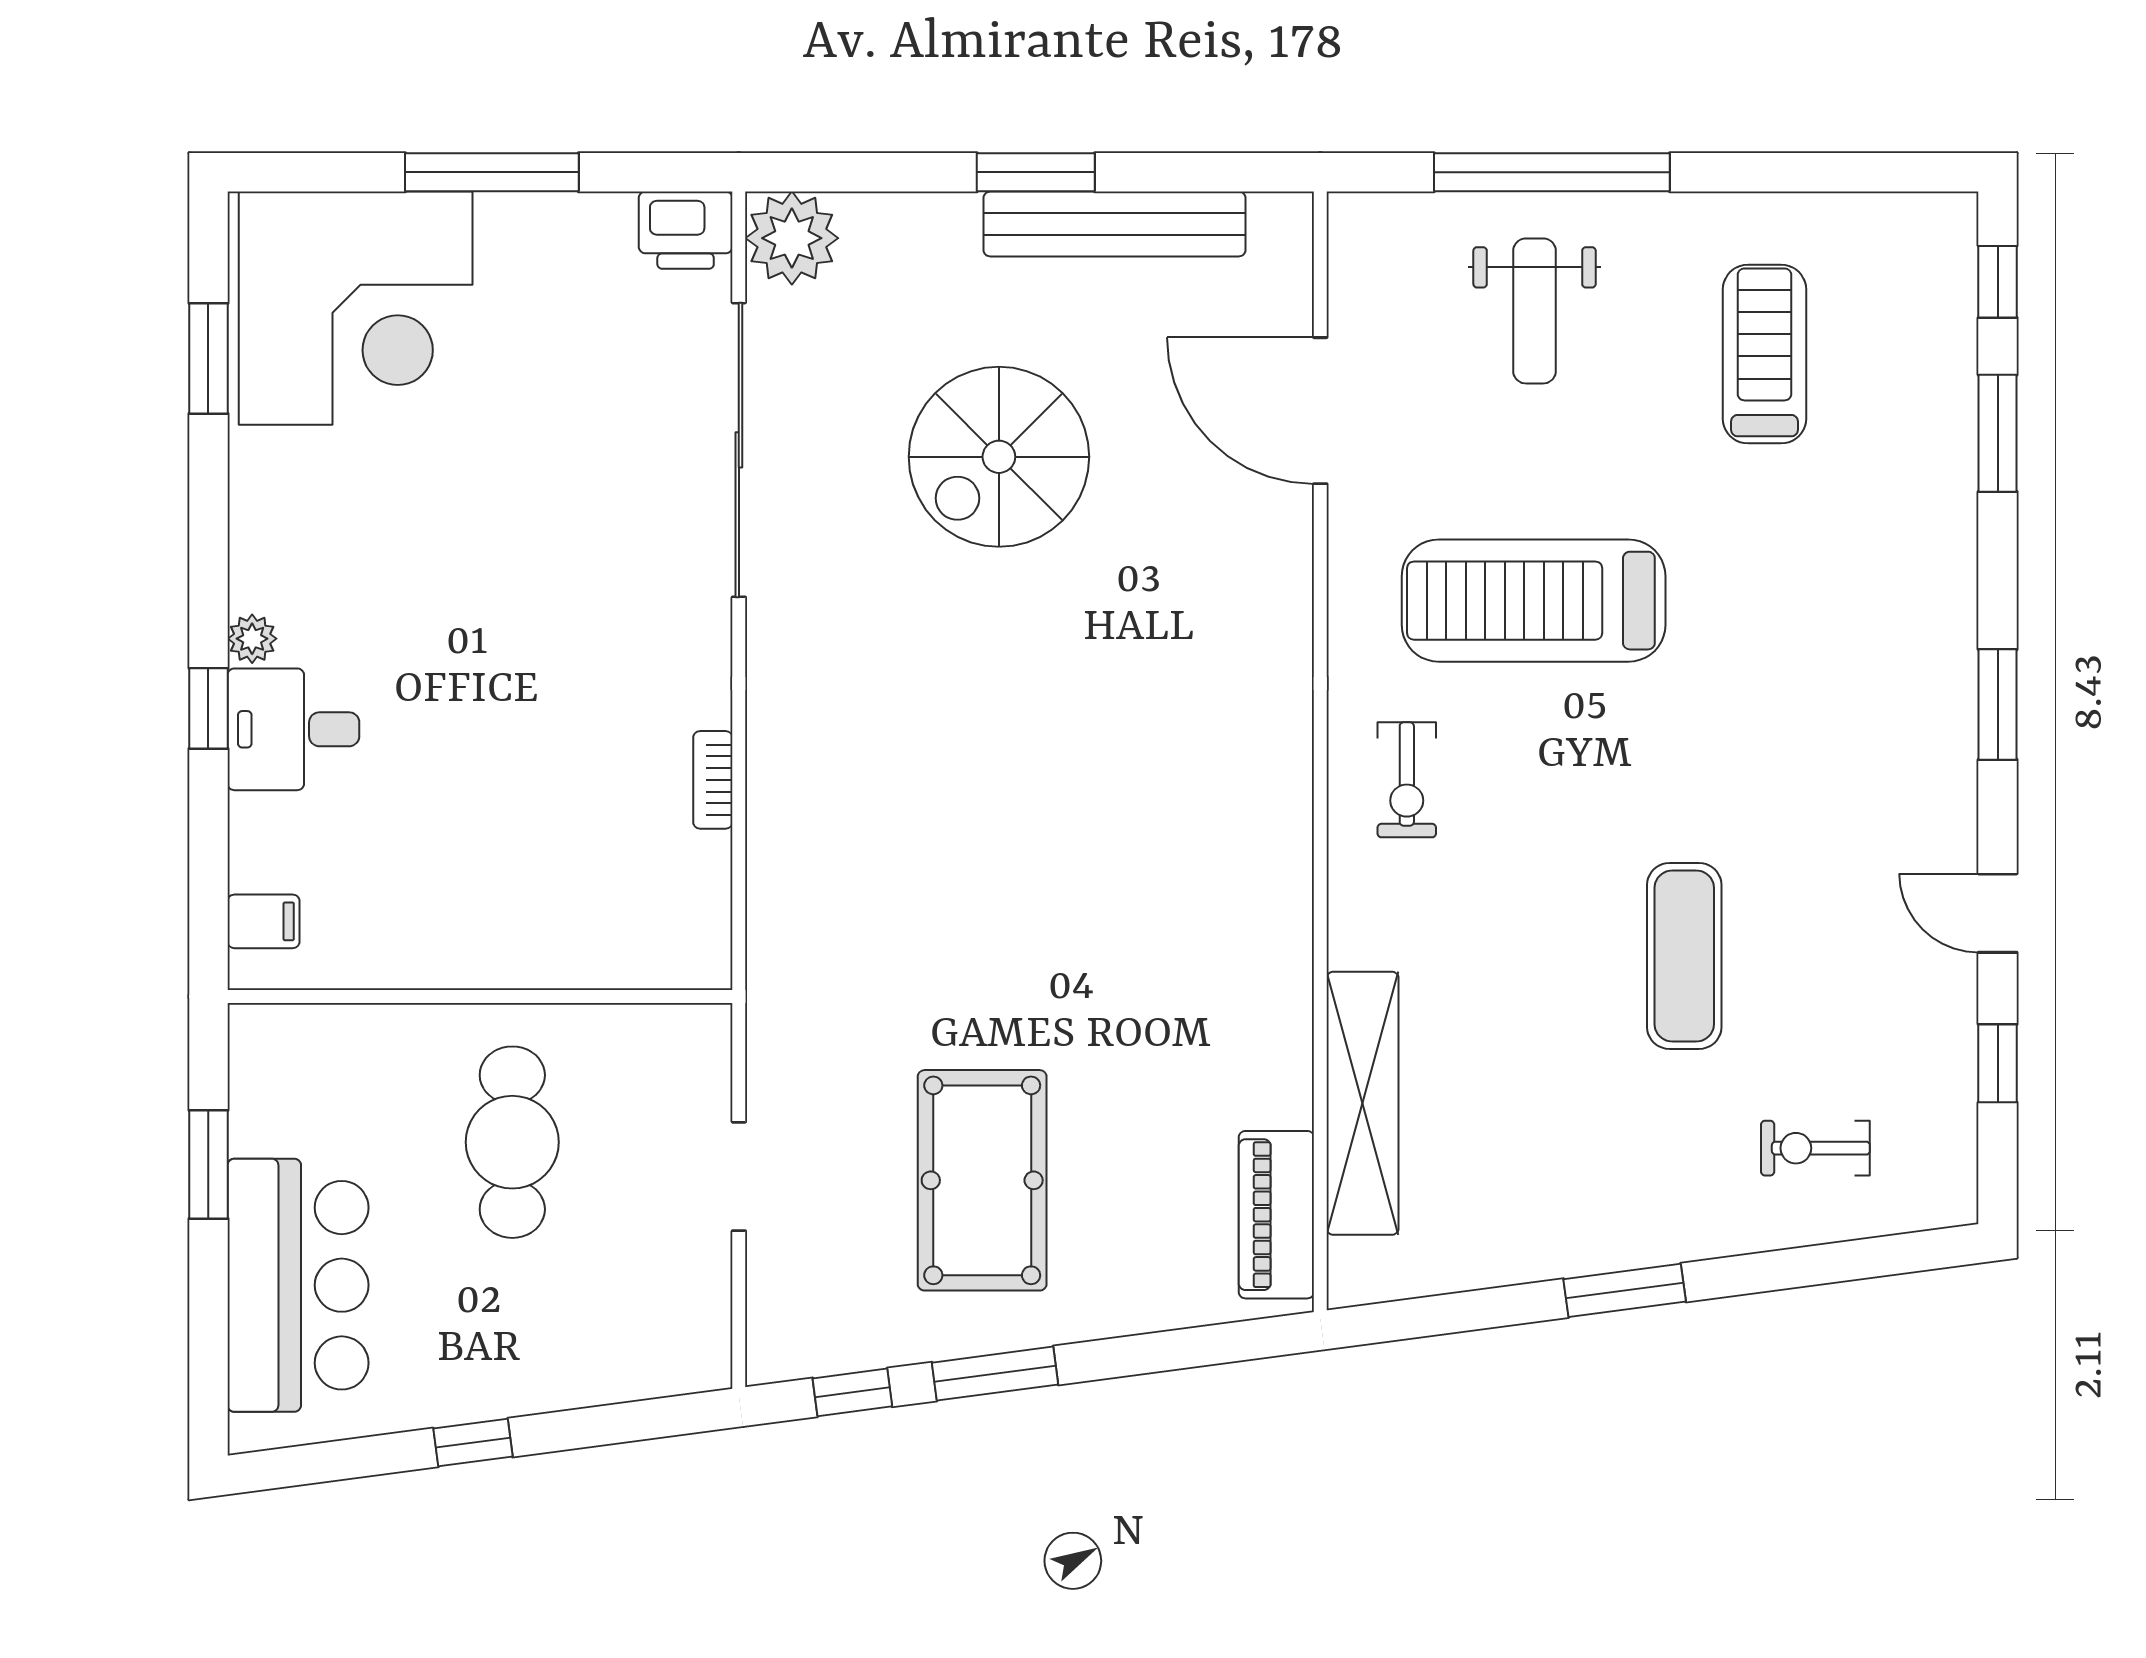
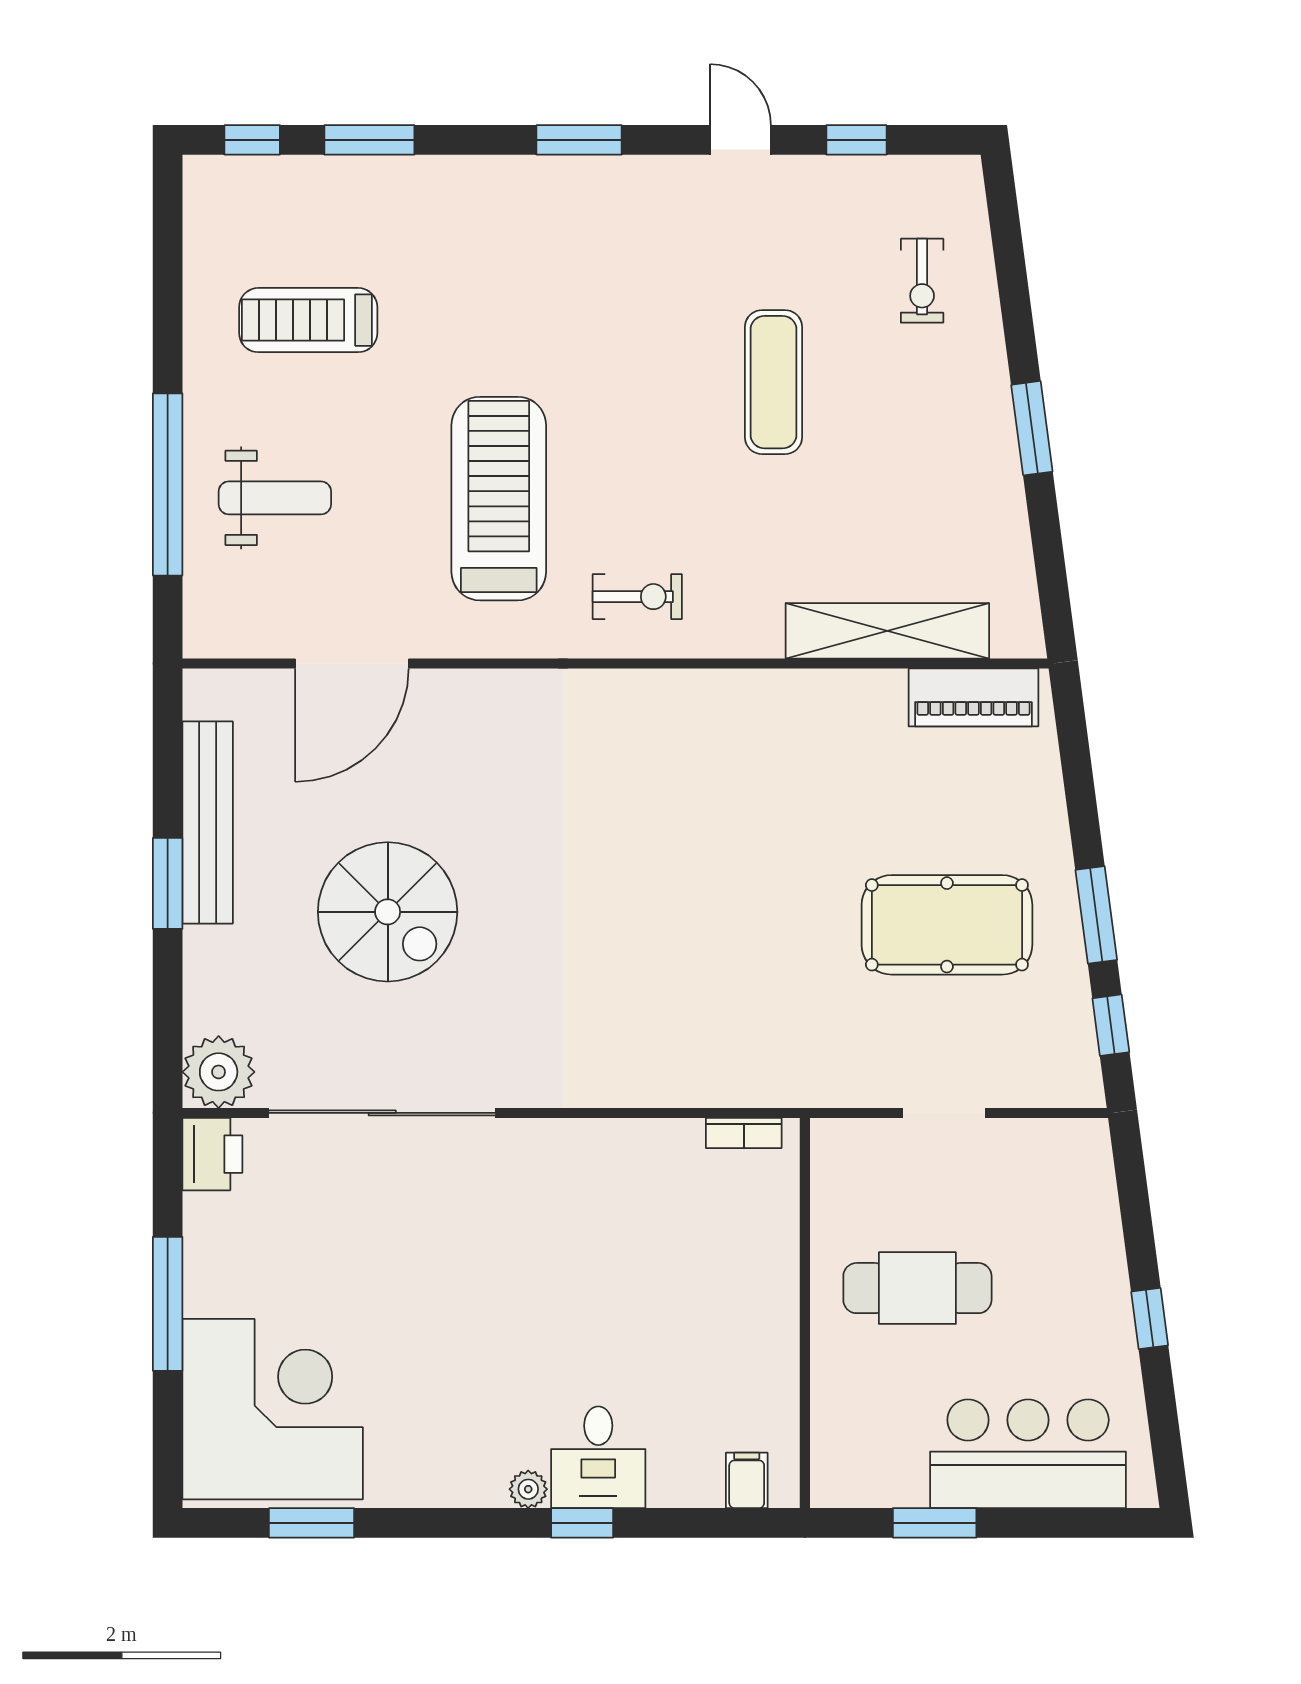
treadmill: (1534, 601) -> (499, 499), turned 180
bookcase: (713, 780) -> (744, 1133), moved
door: (1998, 913) -> (740, 140), swing flipped
exercise mat: (1684, 956) -> (773, 382), turned 90

